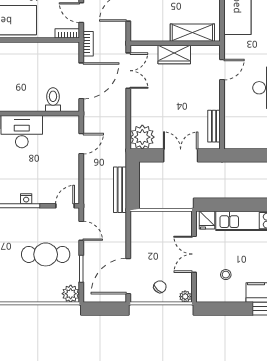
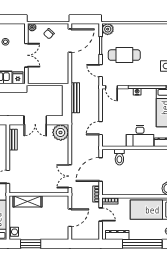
wardrobe: (174, 54) -> (39, 187), removed
door: (65, 206) -> (112, 87), hinge flipped

